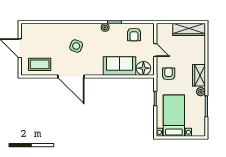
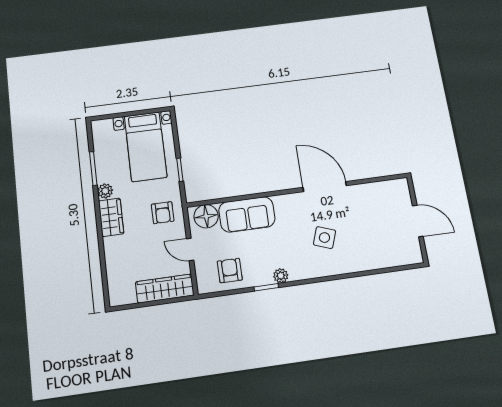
wardrobe: (189, 29) -> (165, 289), moved
coffee table: (40, 64) -> (380, 199), removed

